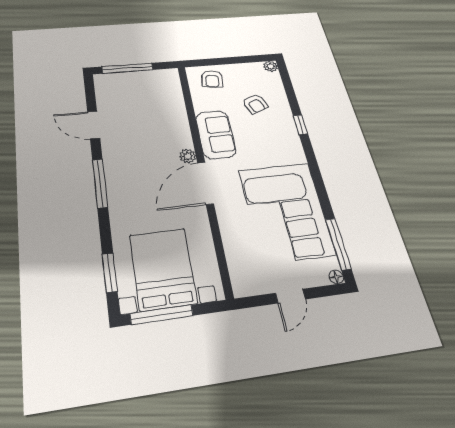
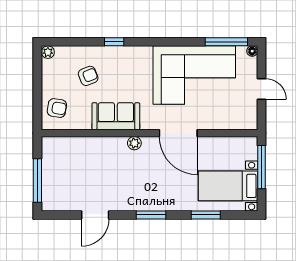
window: (100, 183) -> (151, 215), width x0.69
door: (206, 183) -> (178, 133), moved
bed with nightstands: (163, 269) -> (228, 186), width x0.73
window: (110, 273) -> (206, 215), moved
window: (162, 315) -> (262, 167), moved

